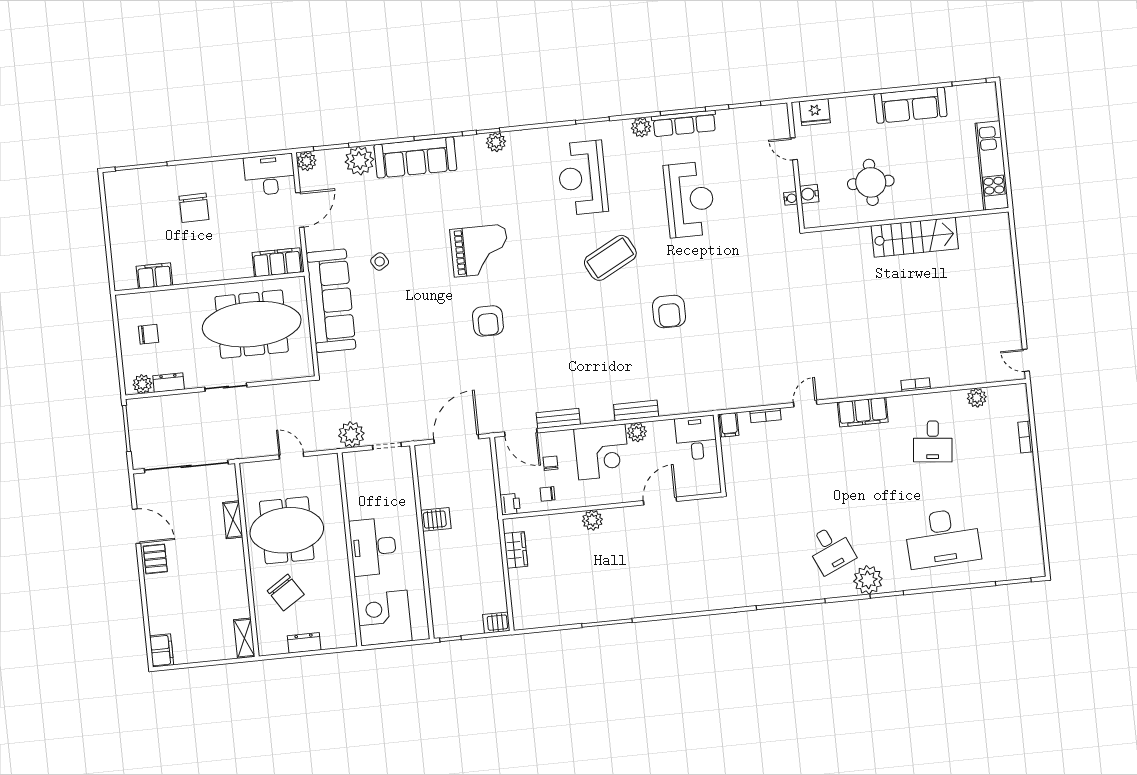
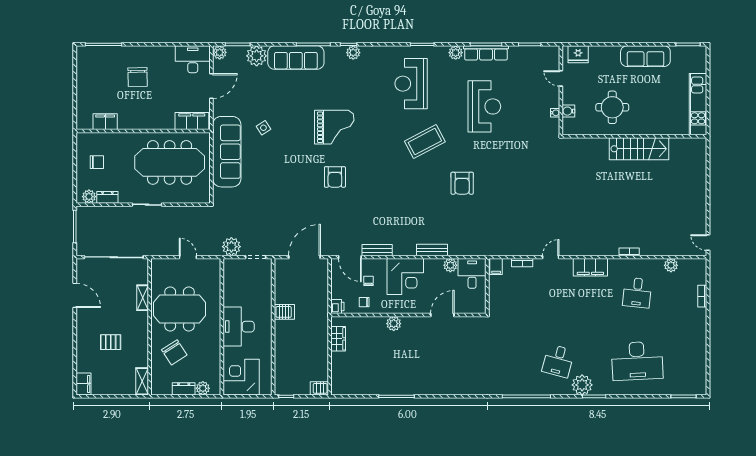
plant: (637, 432) -> (450, 265), moved
desk: (831, 549) -> (558, 361), turned 39
pallet: (155, 559) -> (111, 342), moved, turned 90
plant: (331, 639) -> (203, 388), added

